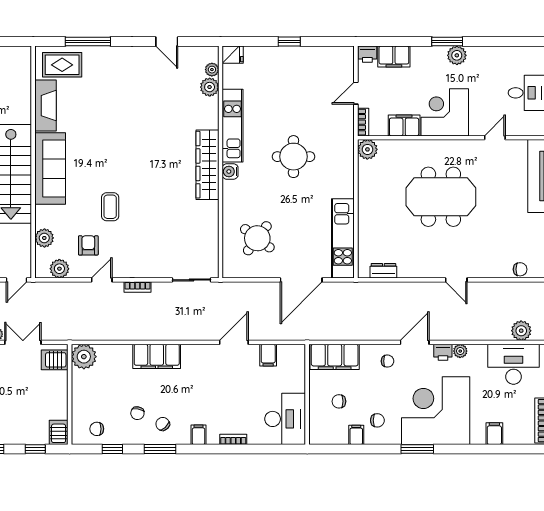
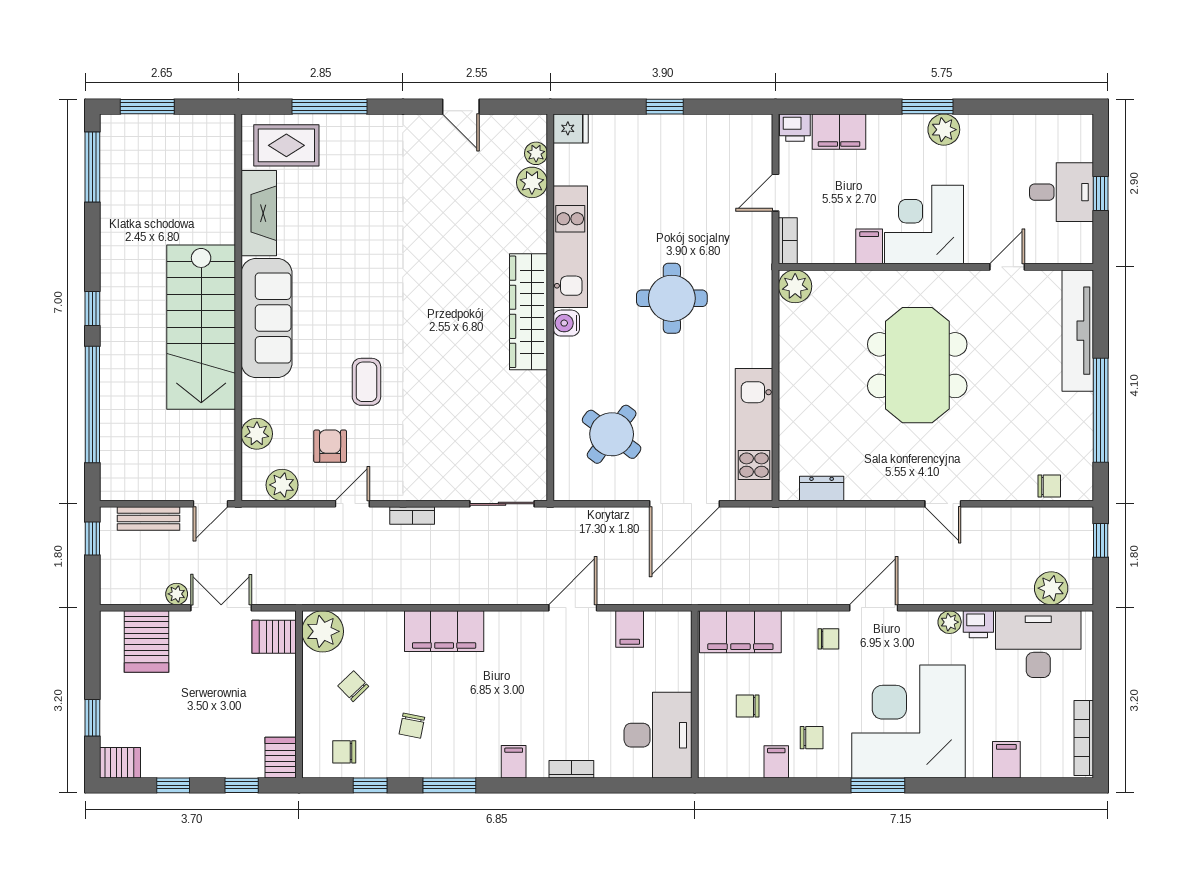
filing cabinet: (404, 125) -> (869, 246), width x0.50
meeting table: (441, 197) -> (917, 365), turned 90
printer: (443, 352) -> (978, 624), moved
chair: (163, 424) -> (353, 686), moved

